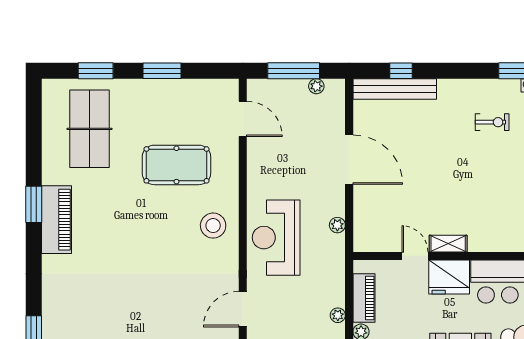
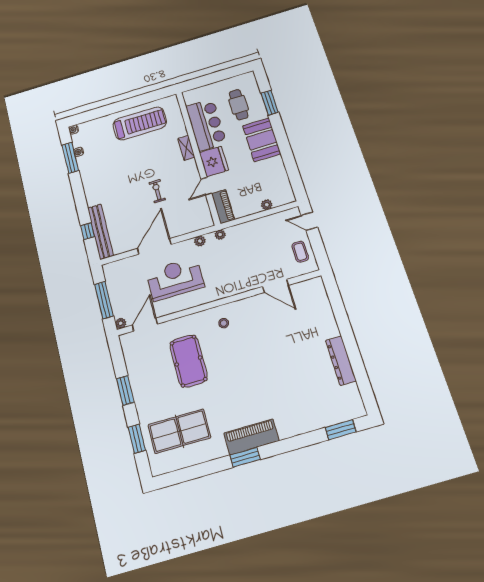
plant: (316, 86) -> (121, 323), moved
exercise bike: (492, 122) -> (157, 191), moved
stool: (213, 226) -> (224, 323), width x0.53, depth x0.53
reception desk: (276, 238) -> (175, 279), moved, turned 180
shelving: (448, 244) -> (186, 148), moved
piano: (364, 298) -> (223, 207), moved, turned 90
plant: (338, 315) -> (220, 235), moved

